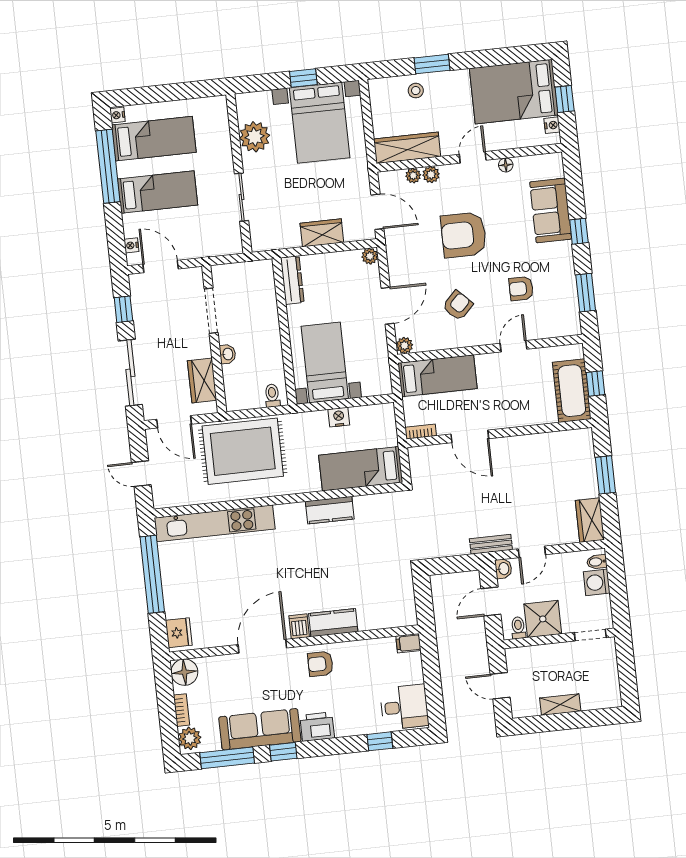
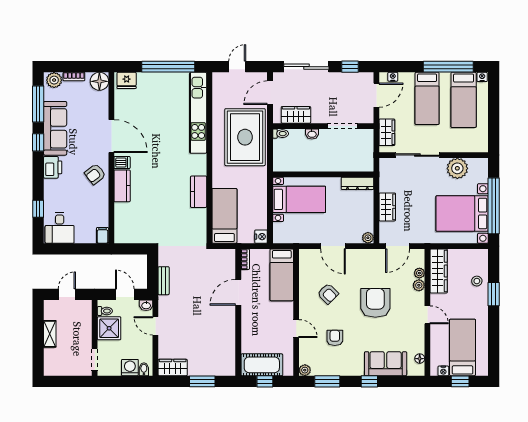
window: (303, 78) -> (494, 206), width x3.17
bed: (514, 92) -> (462, 347), width x0.67
floor lamp: (506, 165) -> (420, 359), moved
sliding door: (241, 197) -> (417, 155), width x1.37
wardrobe: (213, 245) -> (387, 132), added
plant: (404, 345) -> (305, 370), moved
toilet: (272, 396) -> (281, 134), moved
nightstand: (339, 417) -> (261, 237), moved
bench: (491, 544) -> (164, 281), moved
armchair: (320, 664) -> (95, 174), turned -128

